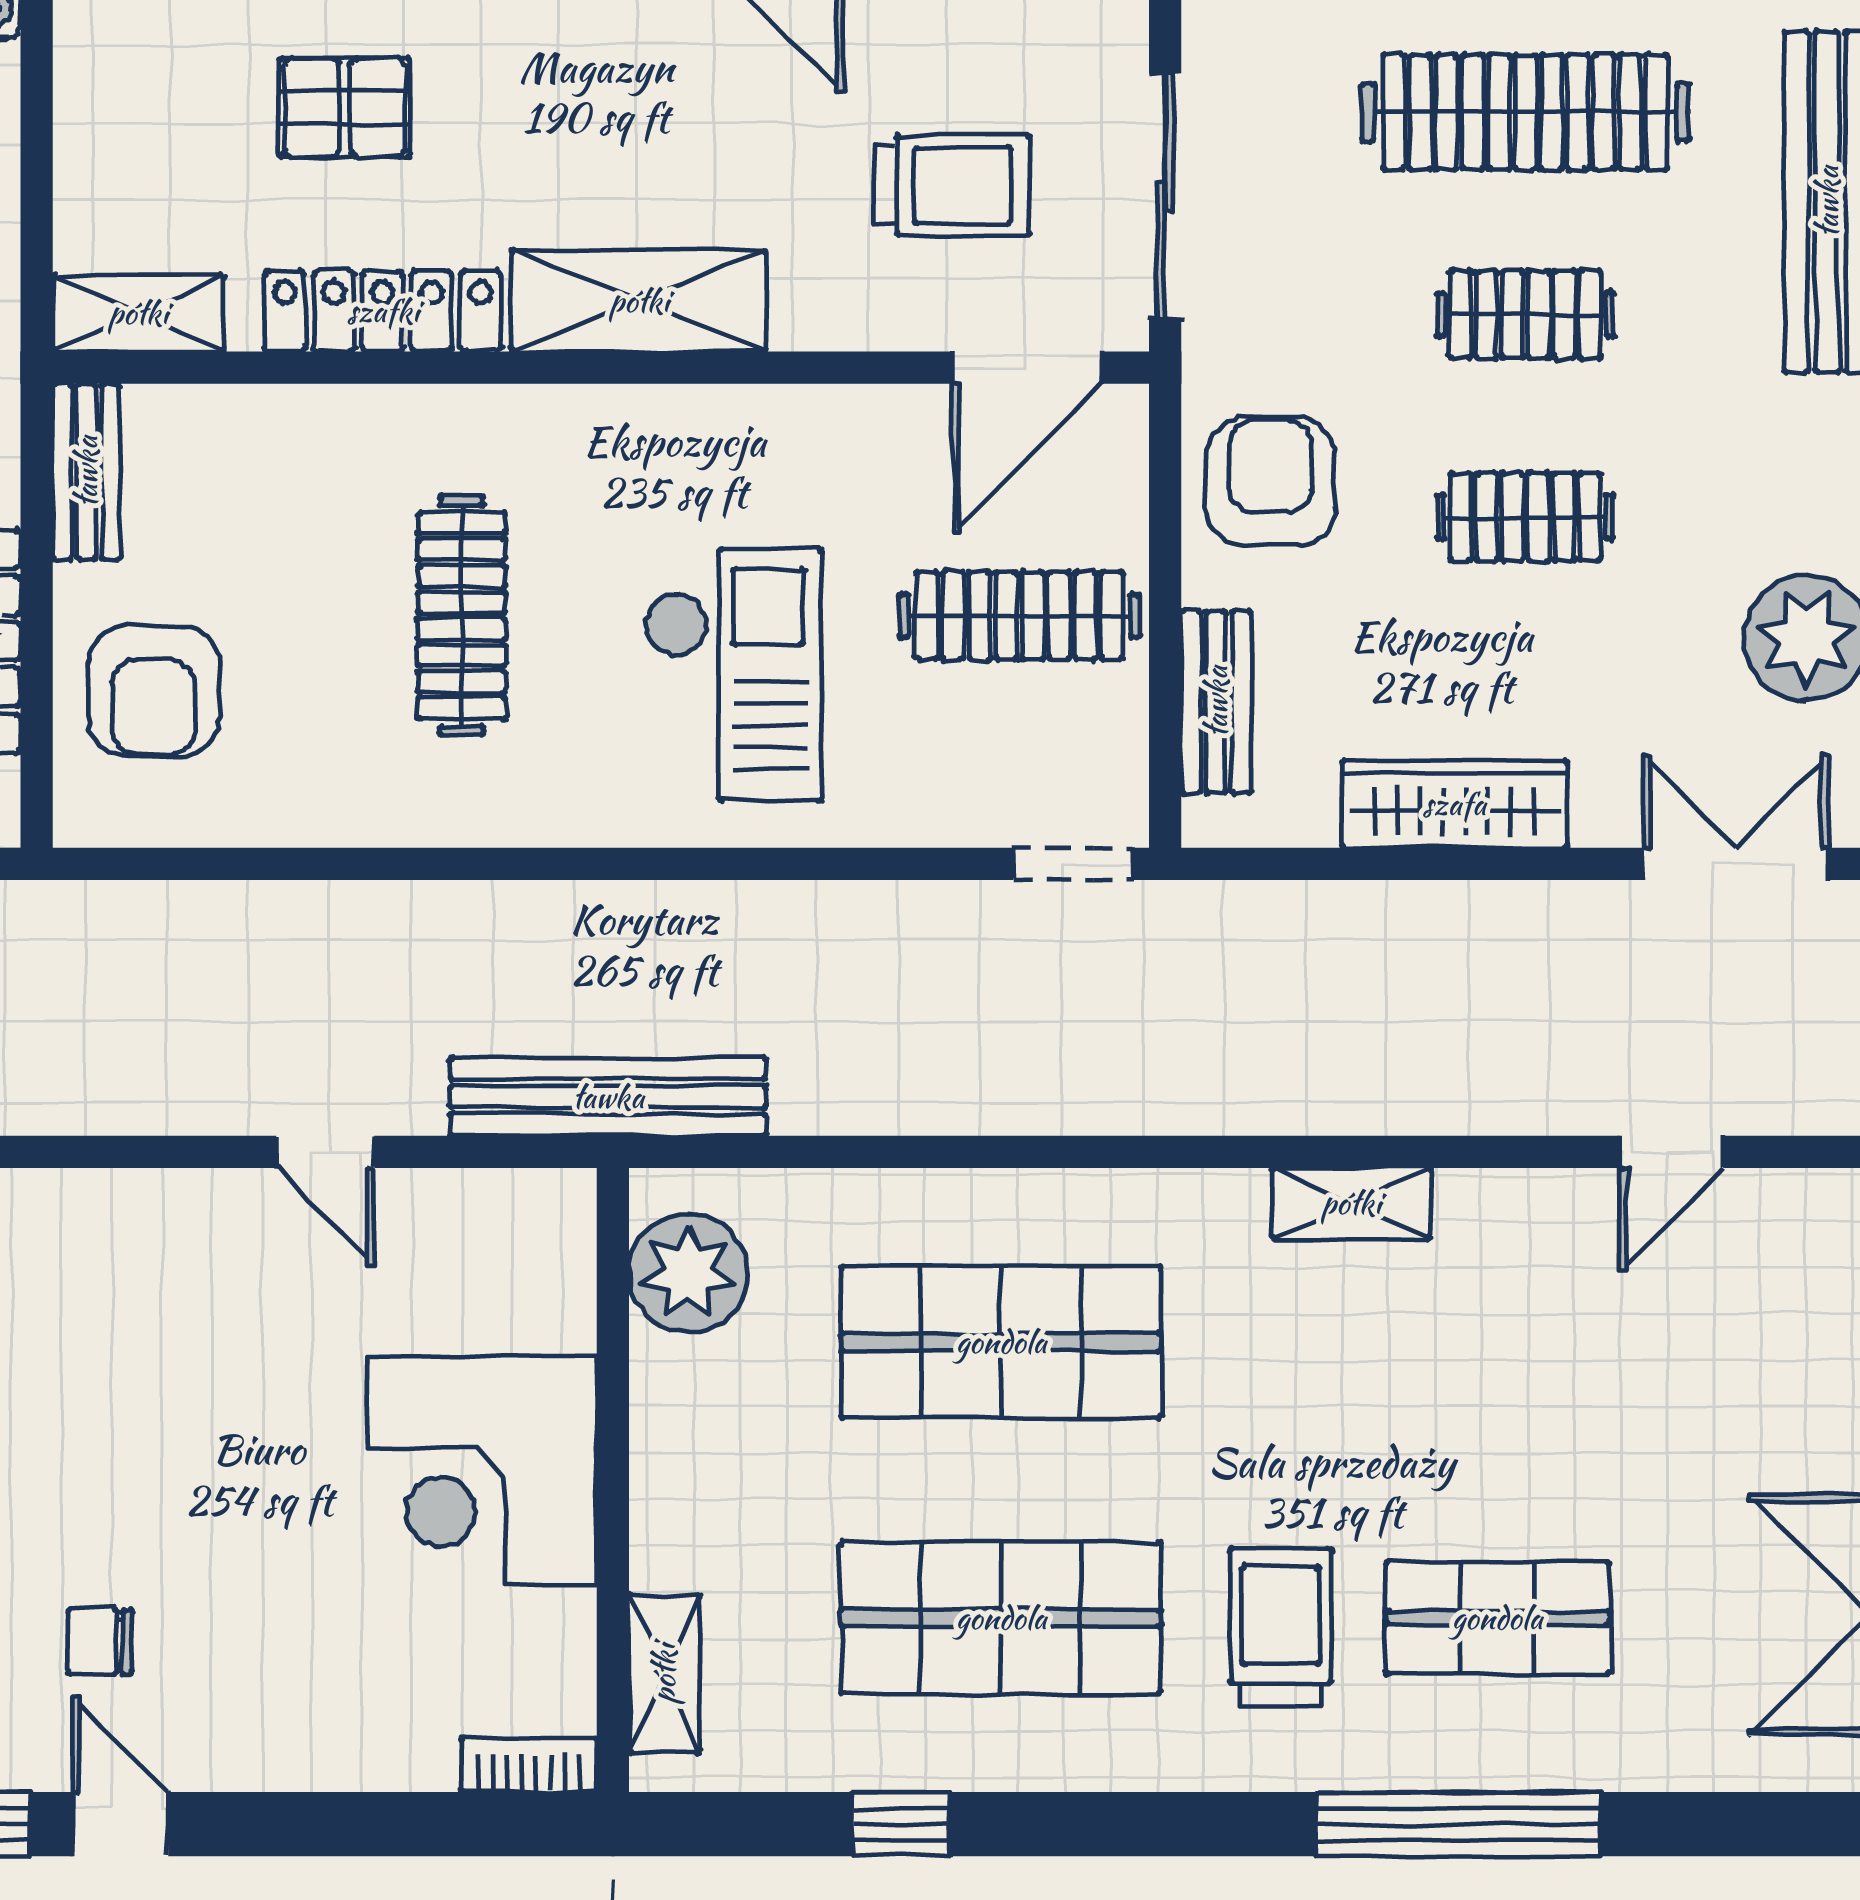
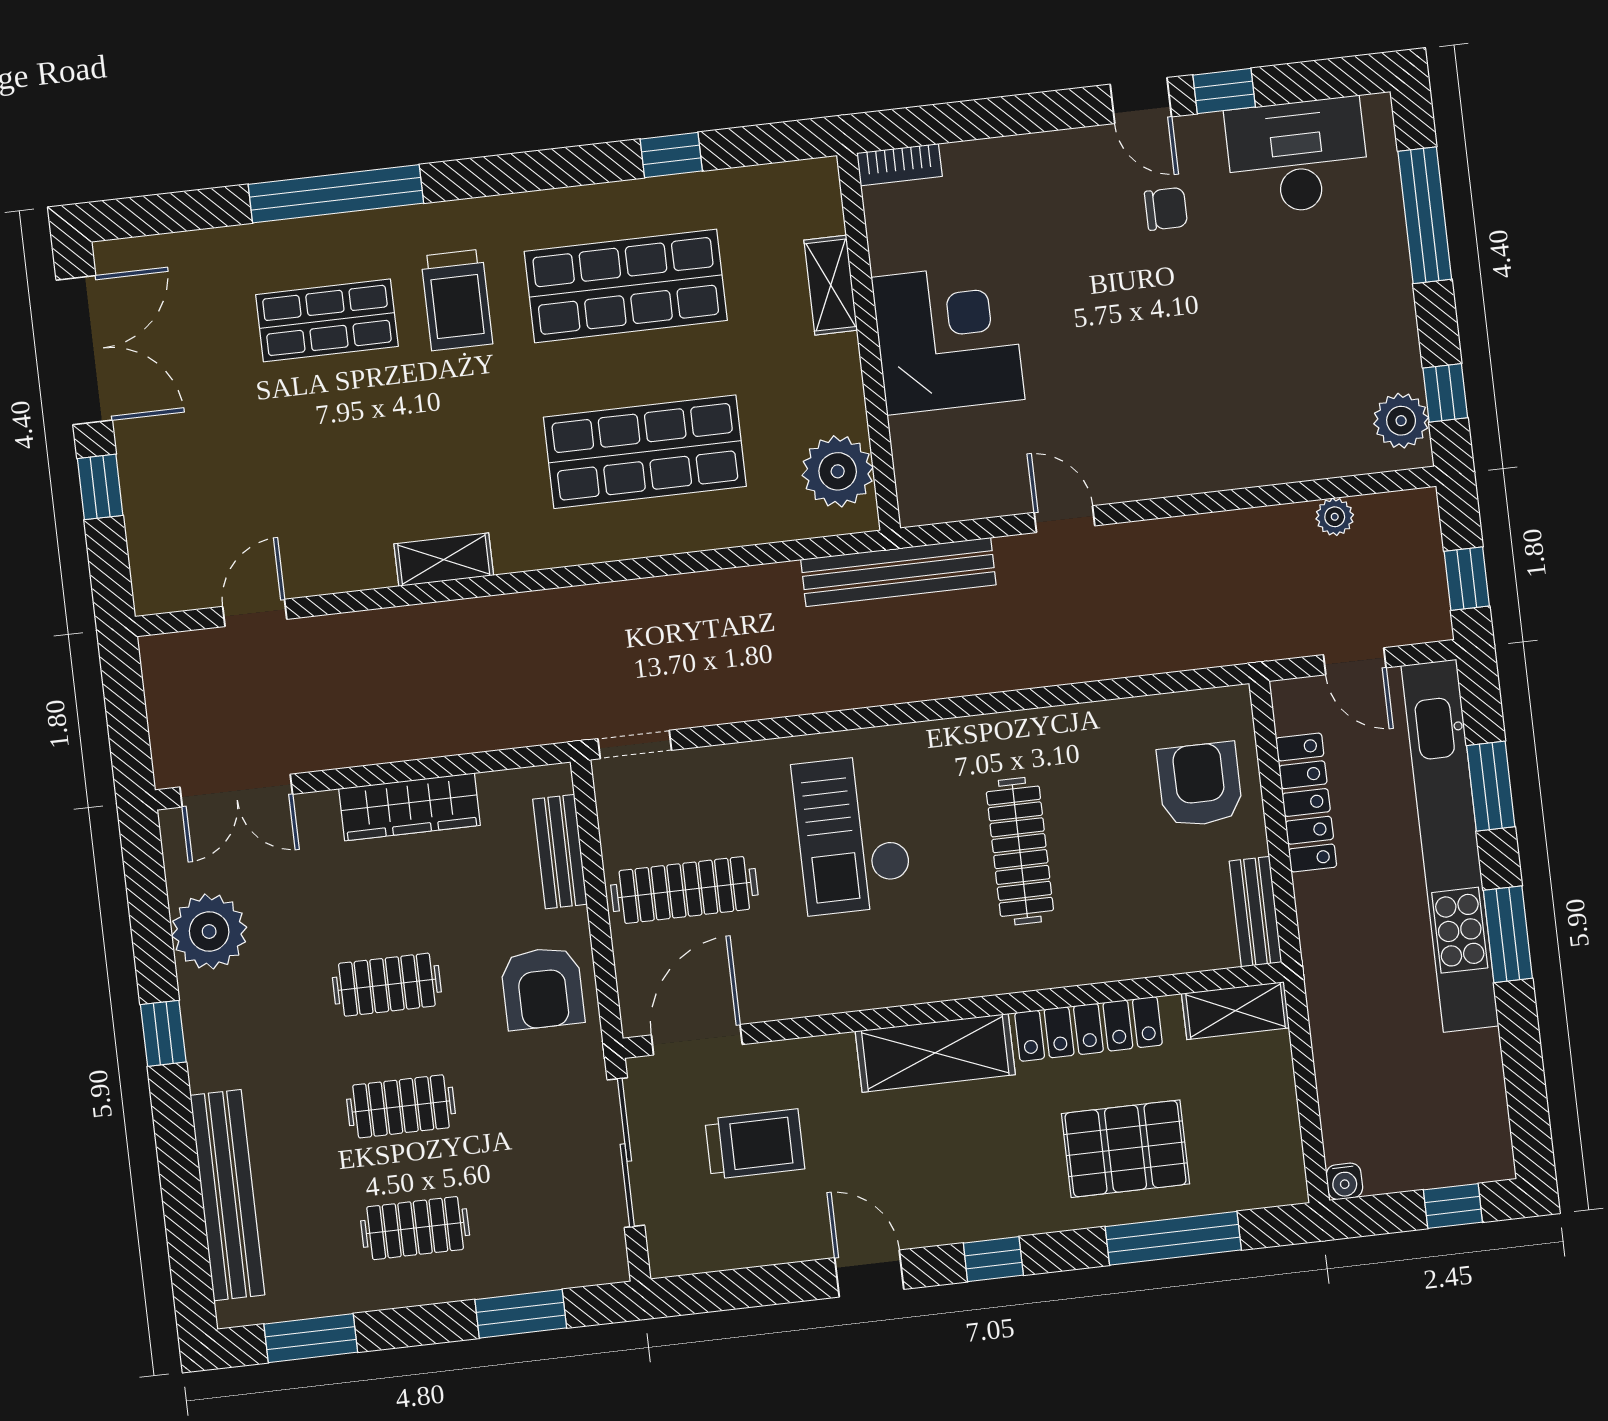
pallet: (345, 107) -> (1125, 1149), width x1.50, depth x1.42
clothes rail: (1525, 112) -> (415, 1228), width x0.54, depth x0.76
trolley: (952, 185) -> (755, 1144), turned 180
shelving: (664, 1674) -> (831, 285), moved

